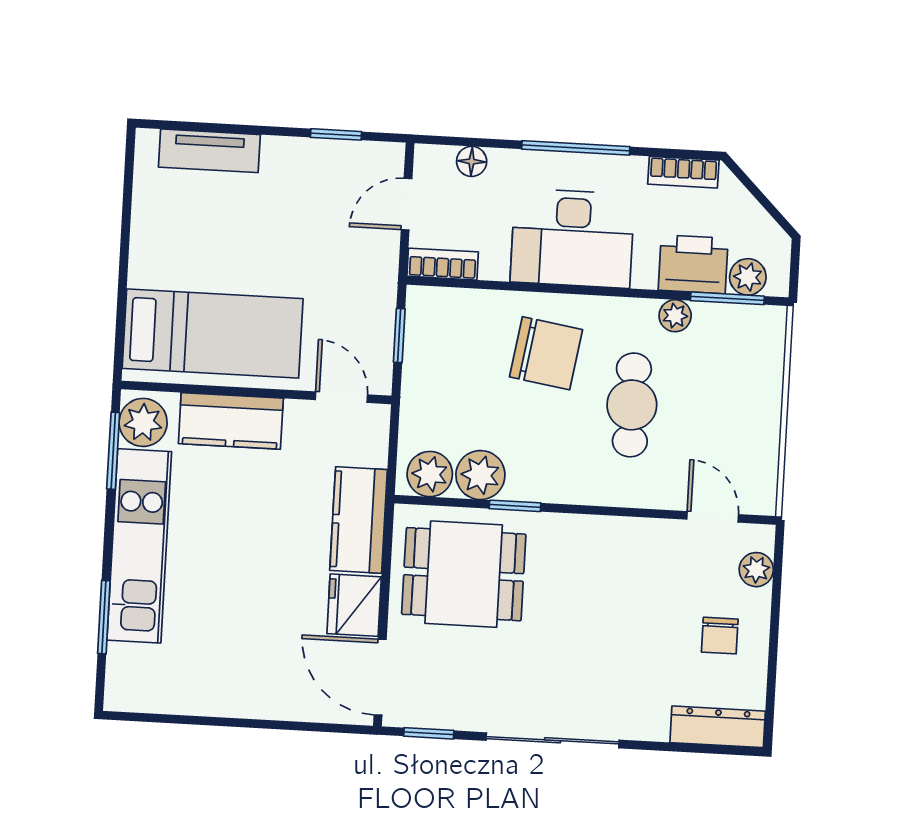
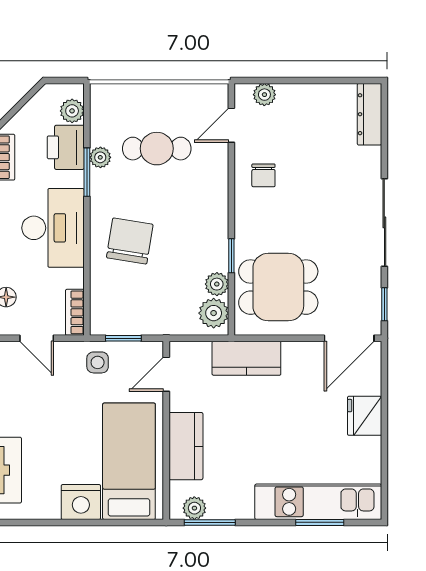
nightstand: (155, 257) -> (81, 502), added
side table: (365, 294) -> (98, 362), added
window: (727, 298) -> (87, 172), moved
cafe table: (632, 405) -> (157, 149), moved
plant: (143, 422) -> (194, 508), width x0.73, depth x0.73
plant: (480, 475) -> (217, 284), width x0.73, depth x0.73
kitchen unit: (139, 546) -> (318, 502), moved
dining table: (464, 574) -> (278, 287), turned 90
fridge: (354, 605) -> (365, 416), moved, turned 90
chair: (720, 636) -> (263, 175), moved, turned 90

